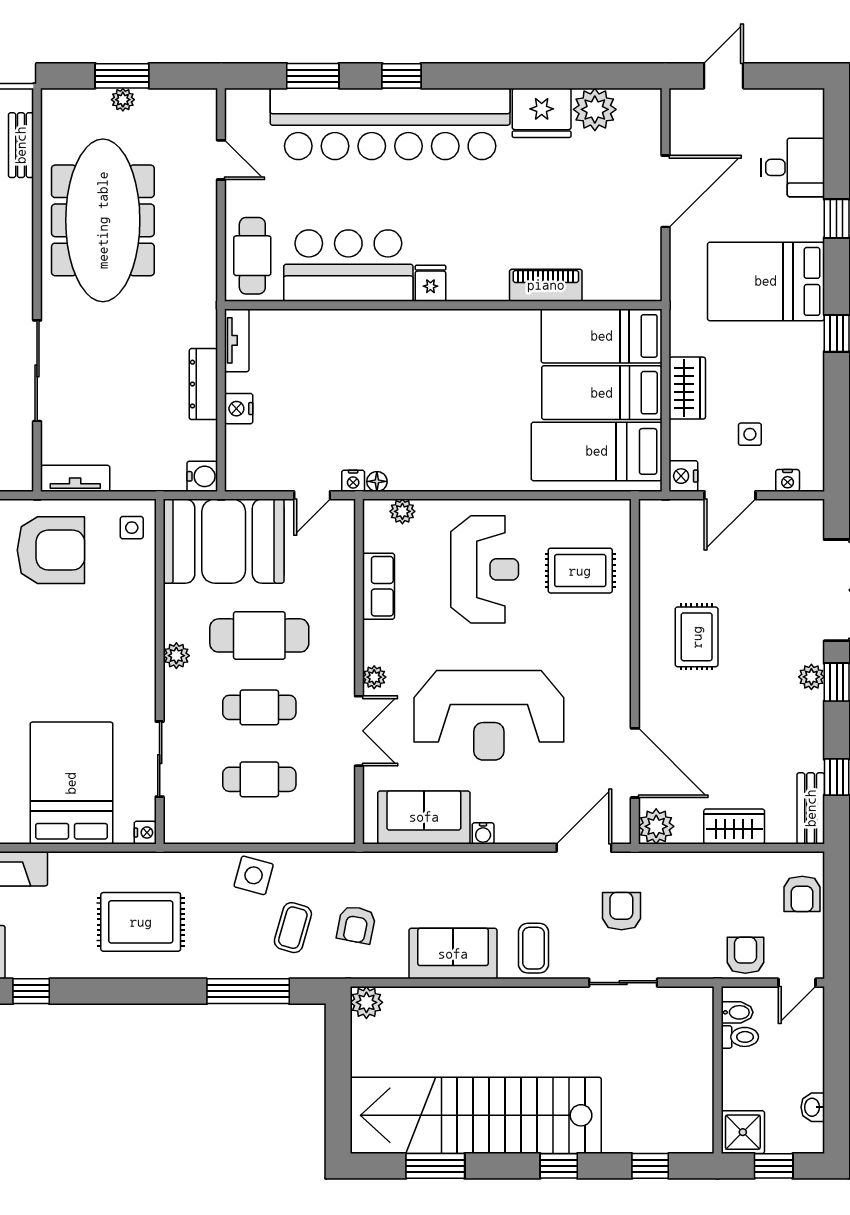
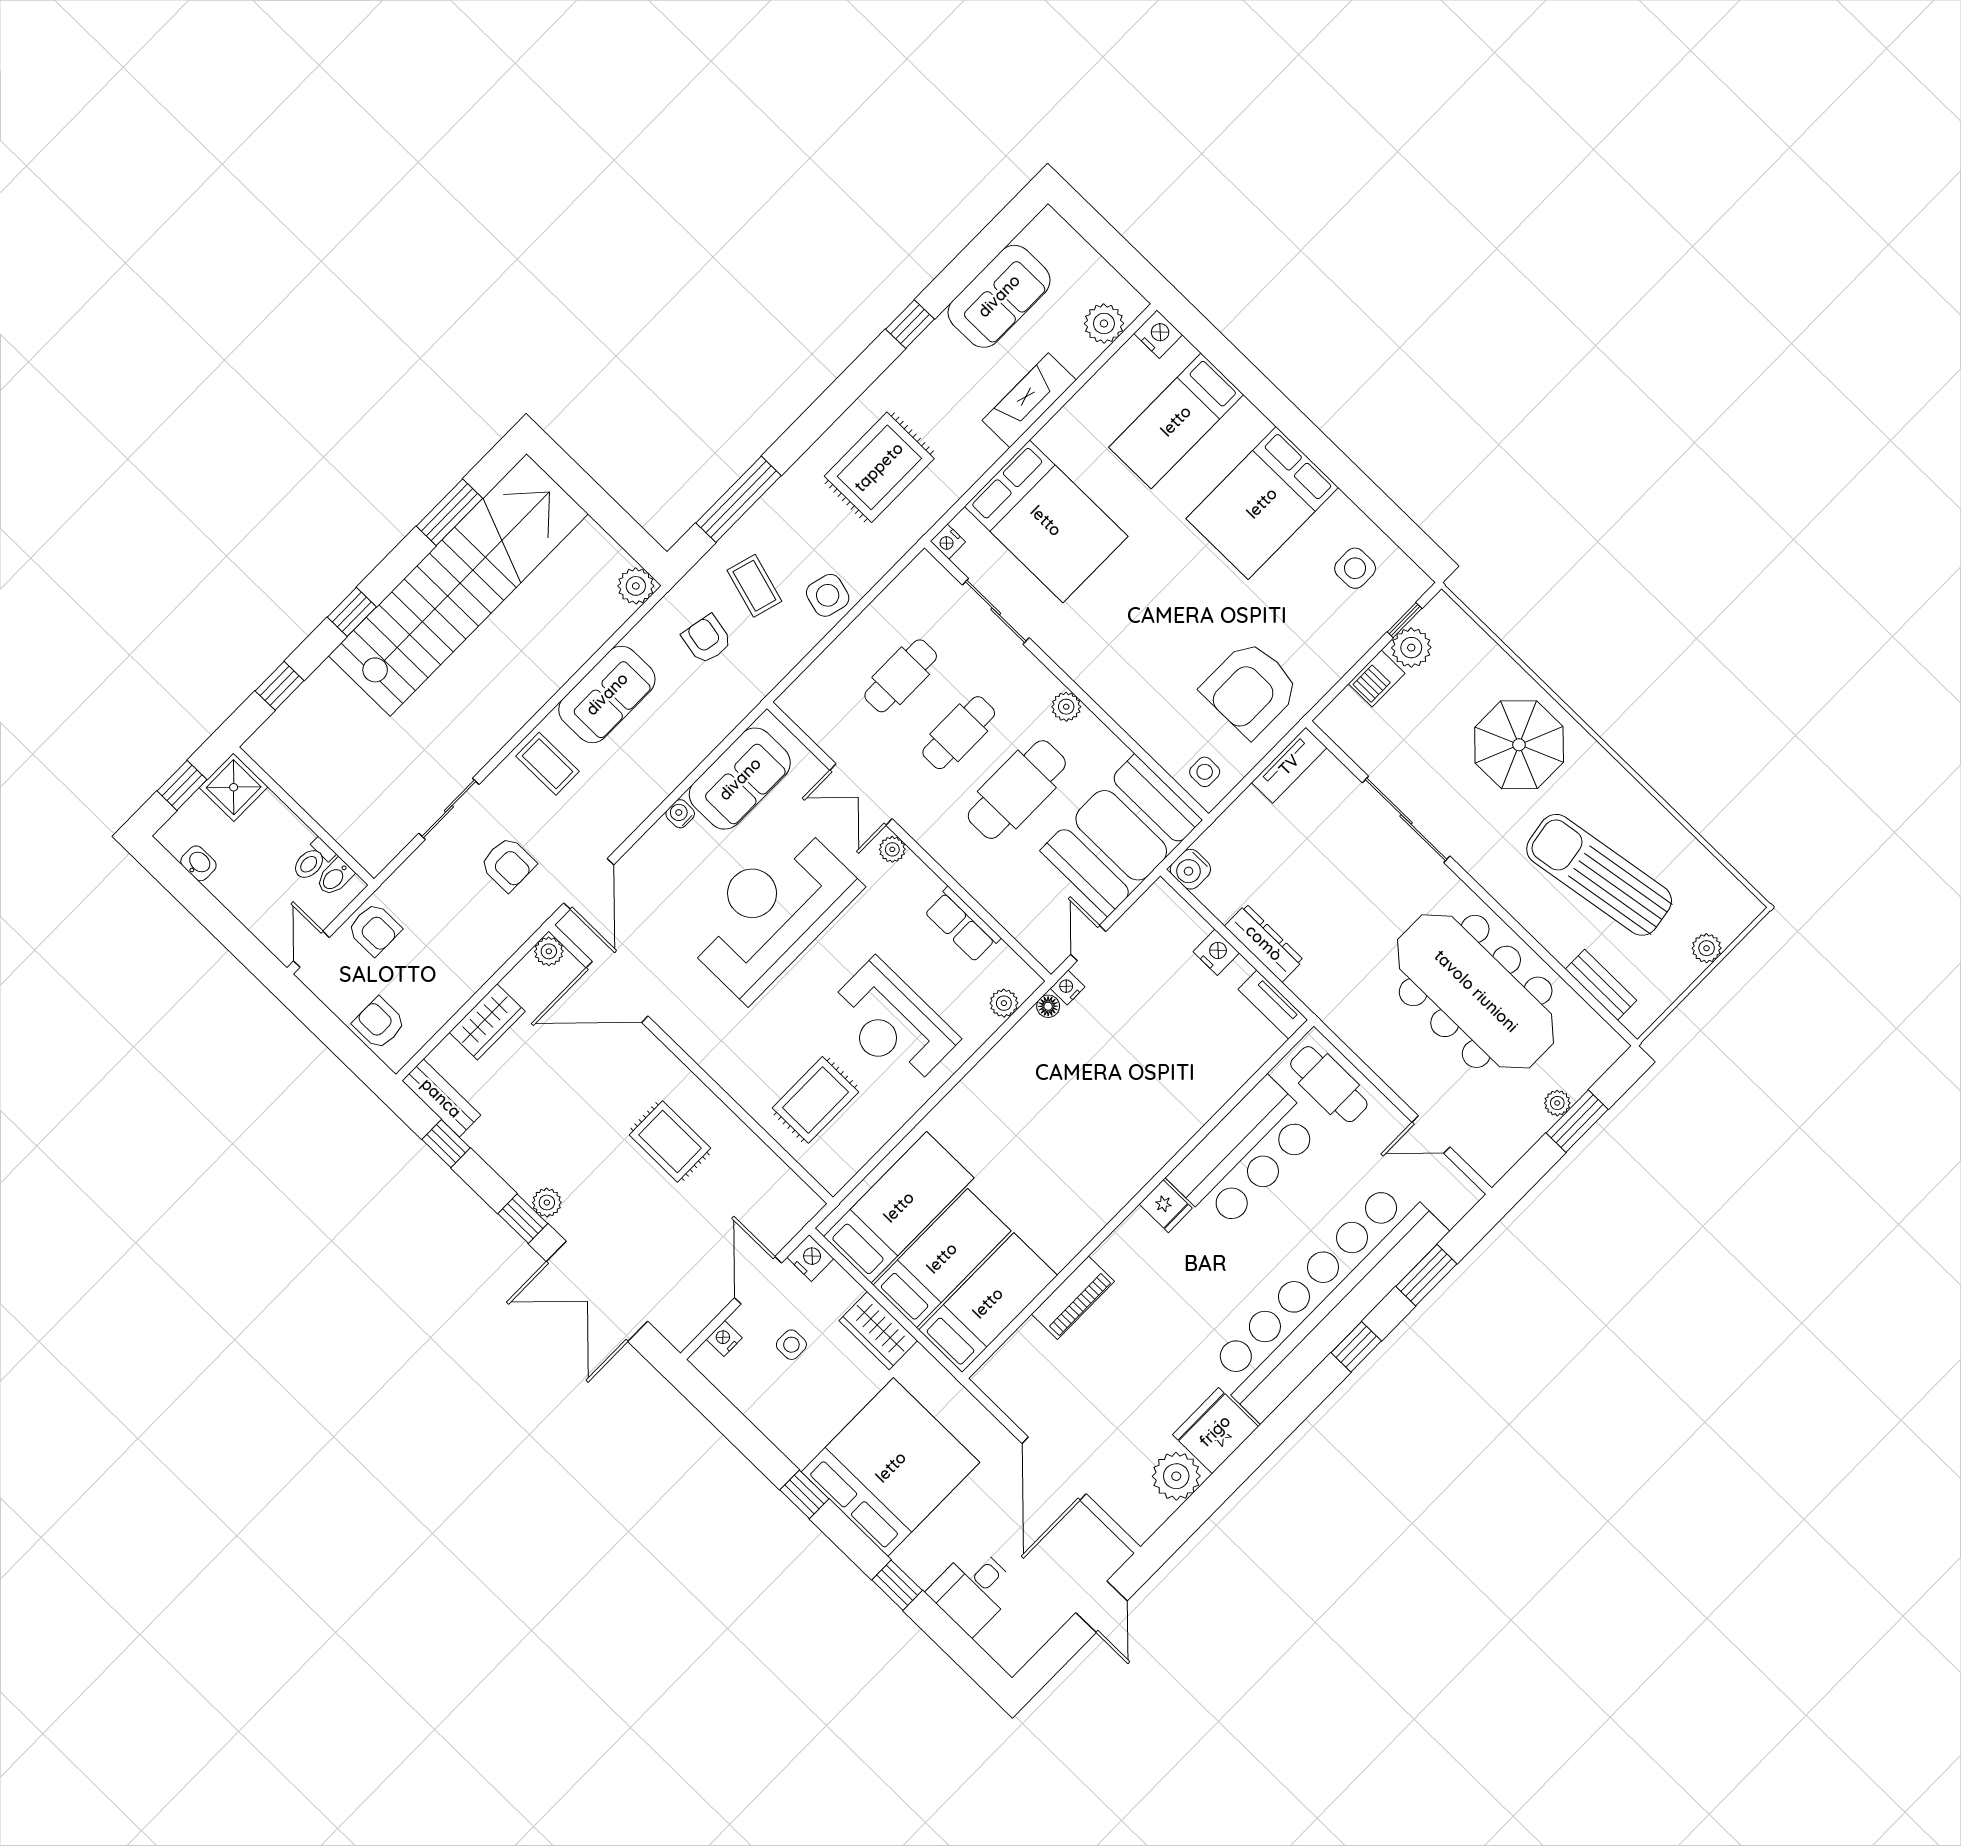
bed: (766, 281) -> (891, 1467), width x1.36
plant: (656, 826) -> (549, 951), width x0.73, depth x0.73

